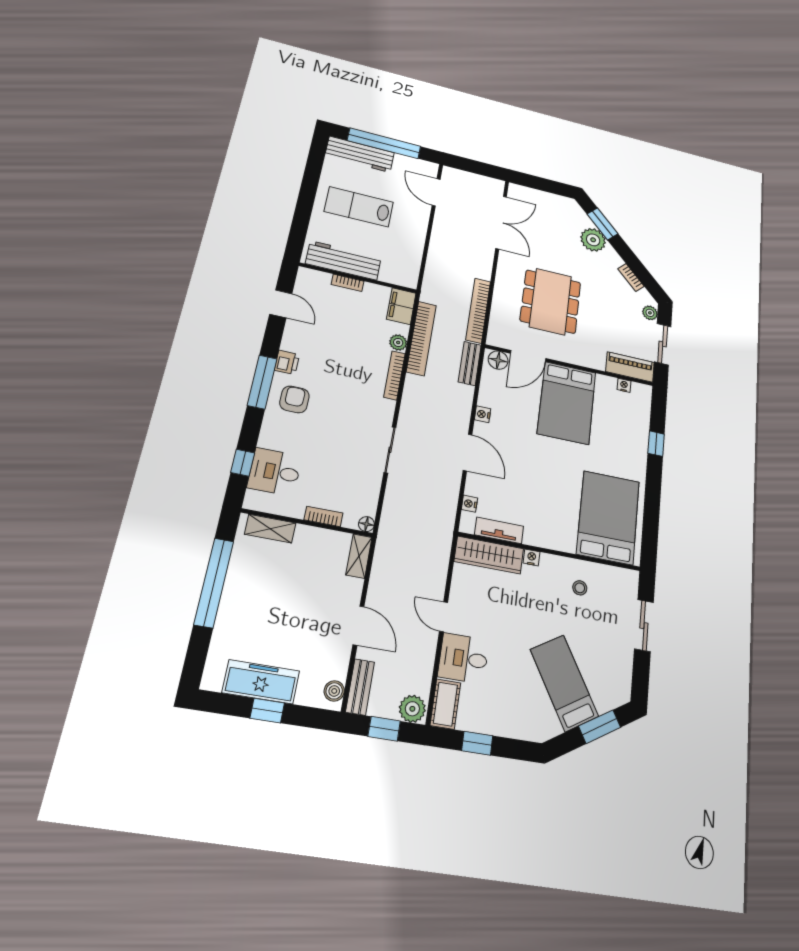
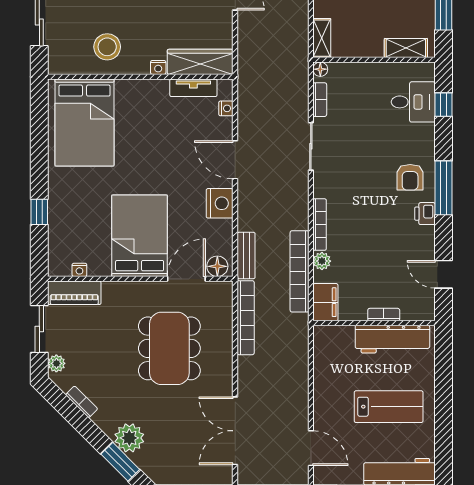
nightstand: (483, 414) -> (220, 203), width x1.89, depth x1.79
bookcase: (323, 516) -> (320, 100), moved, turned -90
stool: (580, 588) -> (107, 47), width x1.89, depth x1.89

